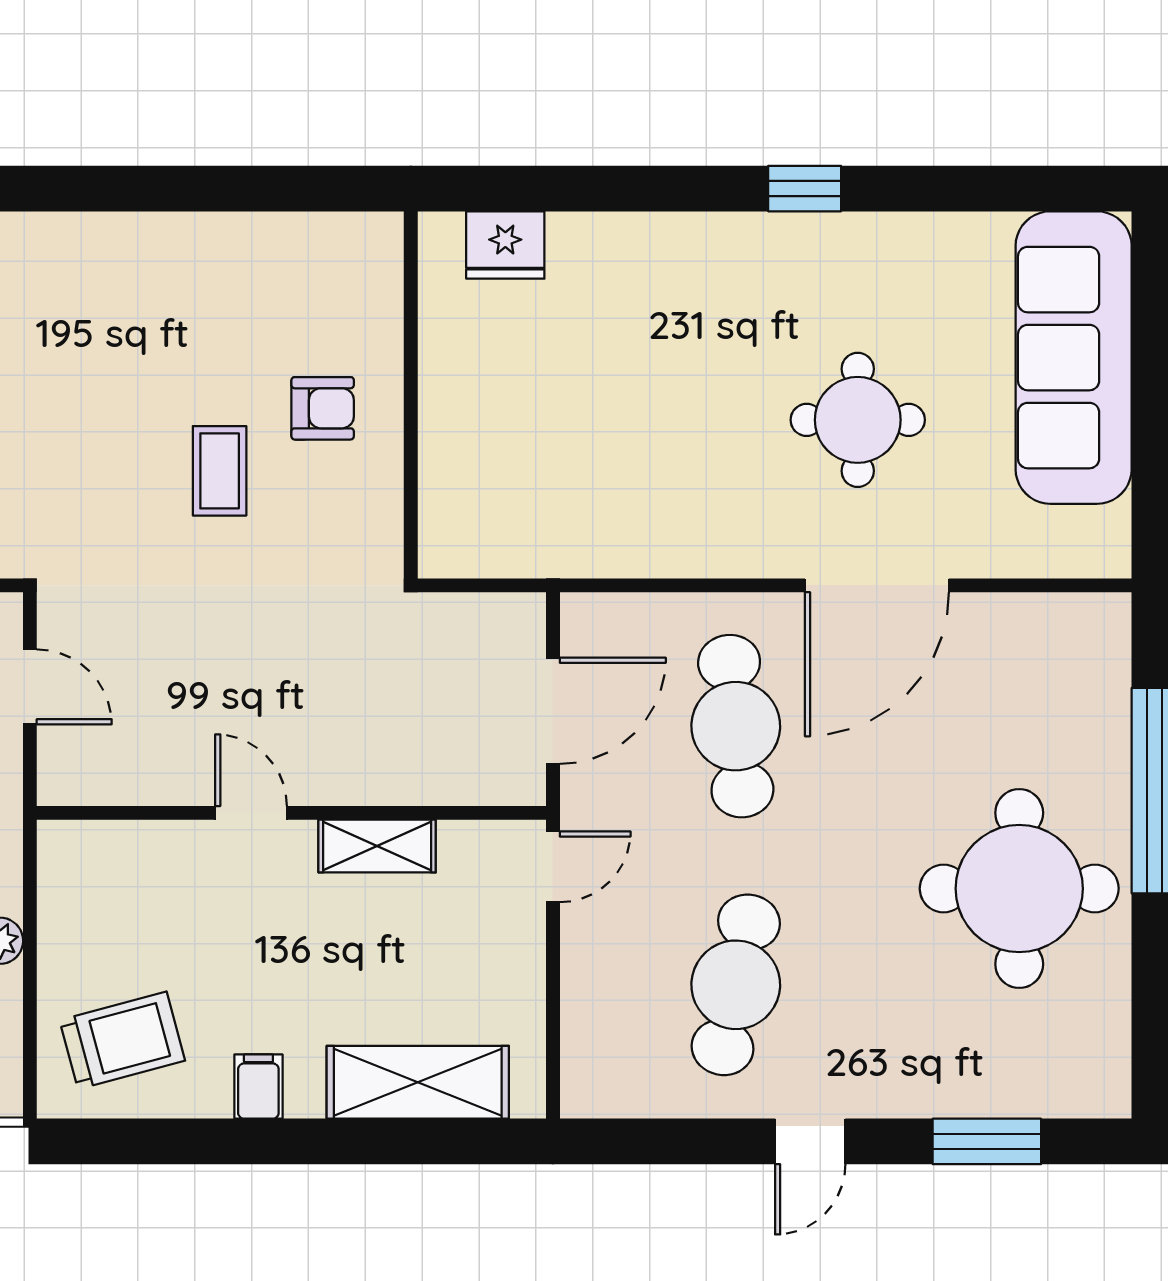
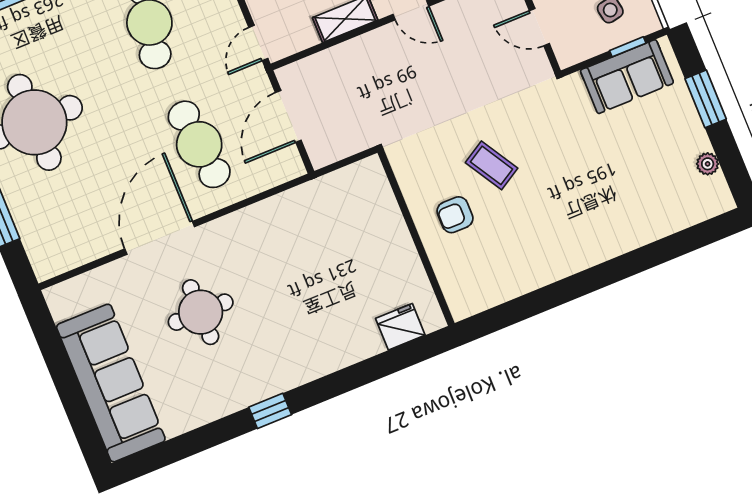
coffee table: (220, 471) -> (492, 165), turned -31

